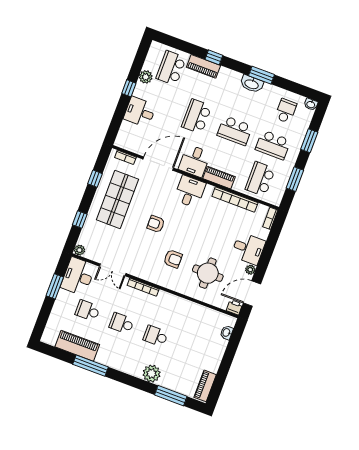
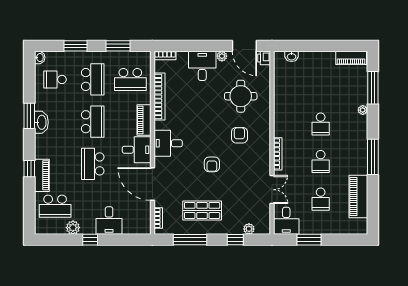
school desk: (197, 116) -> (93, 164), turned 90
window: (95, 179) -> (190, 240), width x2.17
shop shelf: (118, 200) -> (202, 210), width x0.70, depth x0.74
plant: (80, 250) -> (249, 229), moved
desk: (78, 276) -> (286, 221), width x0.73
window: (90, 366) -> (373, 157), moved
plant: (152, 374) -> (363, 110), width x0.53, depth x0.53

